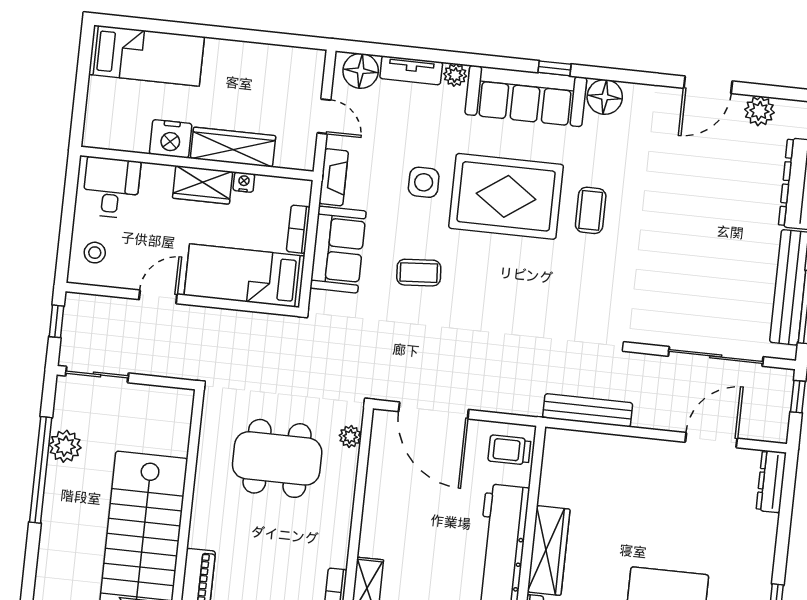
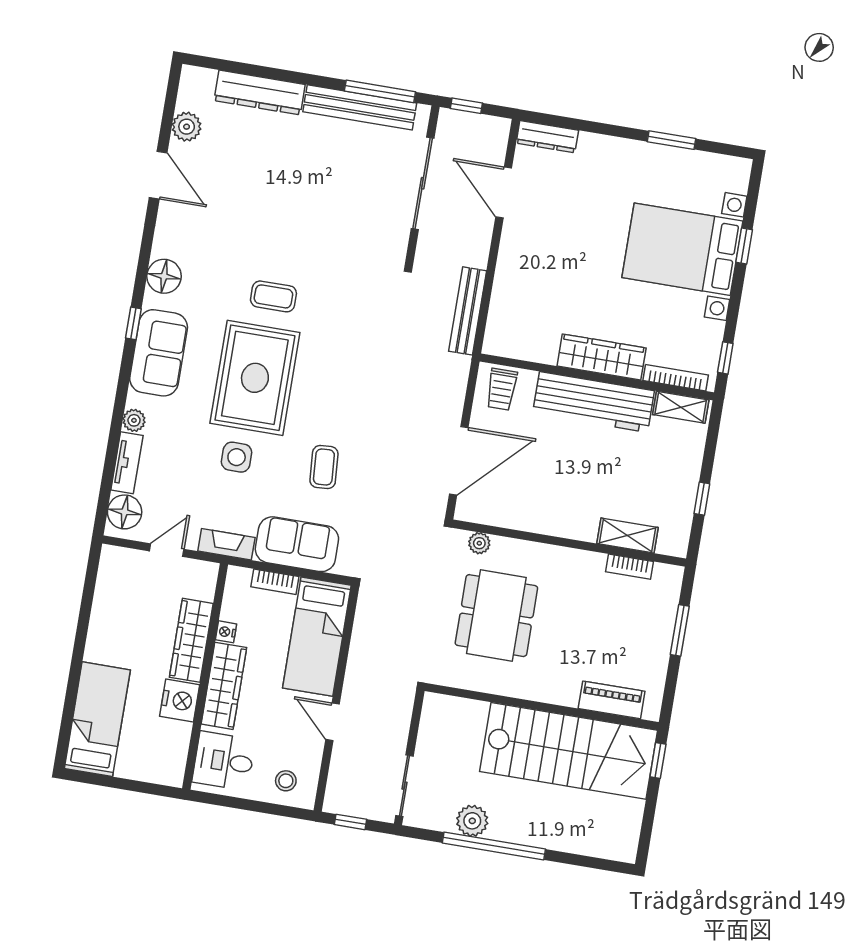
sofa: (526, 96) -> (159, 353), width x0.73
wardrobe: (203, 185) -> (224, 686), width x1.50

